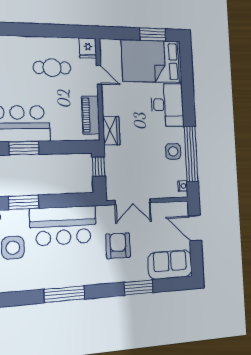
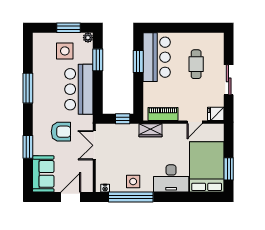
sliding door: (44, 30) -> (229, 80), added
cafe table: (52, 68) -> (196, 64), moved

